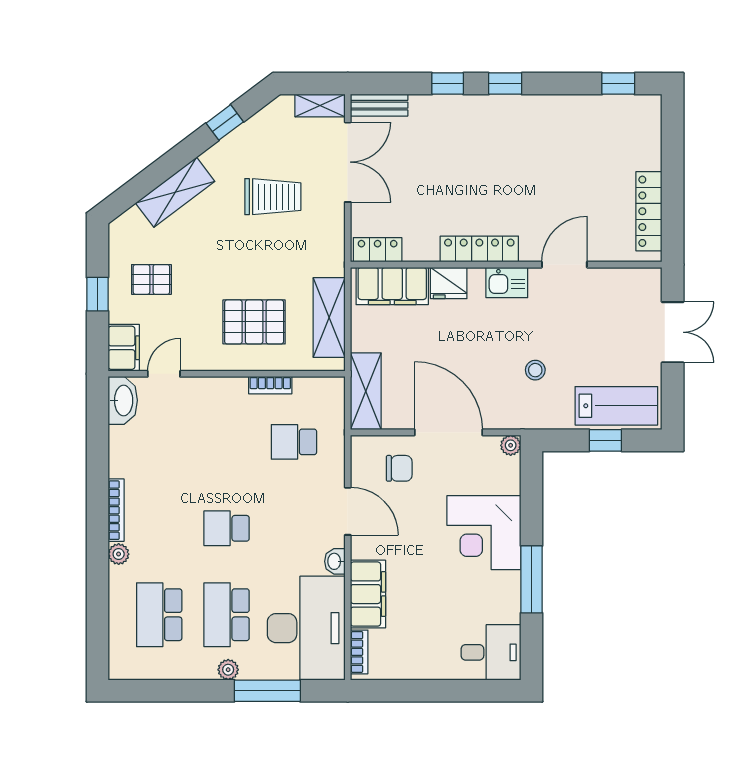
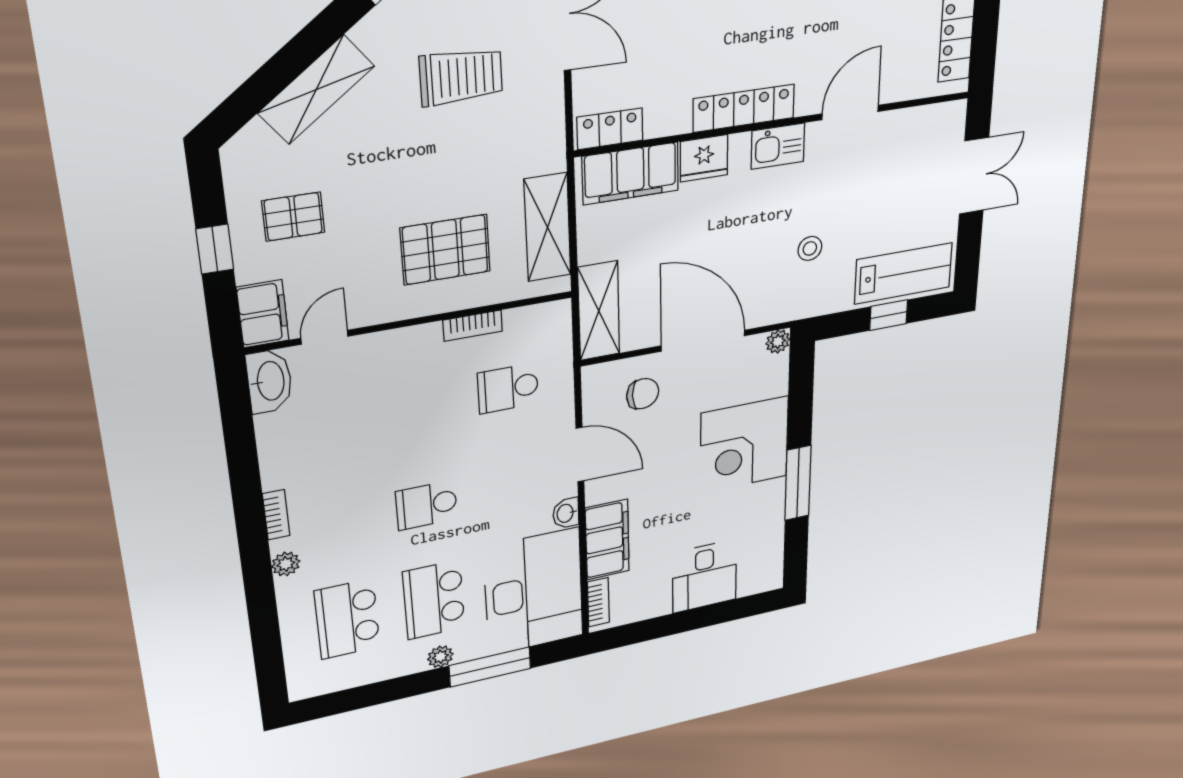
bookcase: (116, 510) -> (276, 515), width x0.64
desk: (491, 652) -> (704, 576), moved, turned 90

